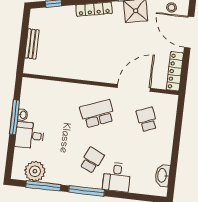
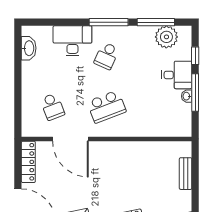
door: (134, 88) -> (70, 139), hinge flipped
window: (11, 151) -> (195, 56), added
desk: (117, 177) -> (72, 41), width x1.37

